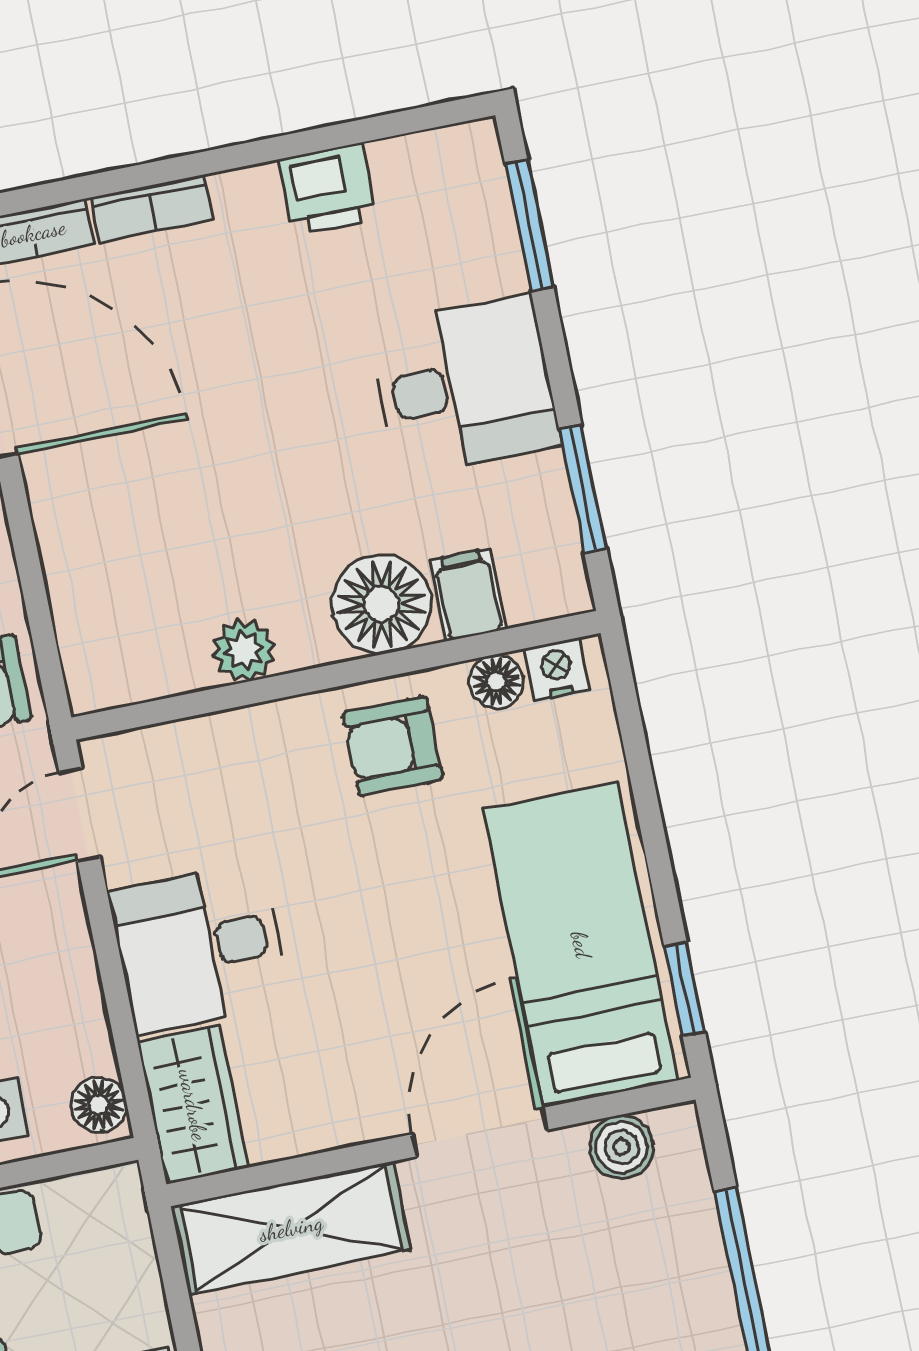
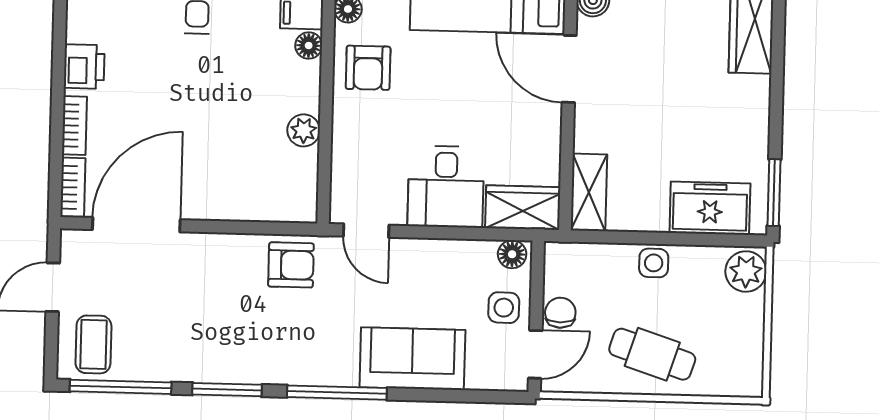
printer: (328, 189) -> (84, 67), moved
floor lamp: (382, 604) -> (309, 46), width x0.53, depth x0.53
shelving: (291, 1228) -> (589, 192), width x0.67, depth x0.75

